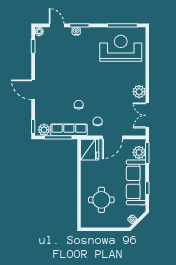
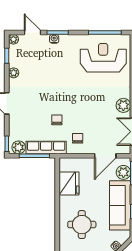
plant: (39, 62) -> (14, 73), added
door: (112, 137) -> (105, 156), moved
fridge: (90, 150) -> (69, 184), moved

